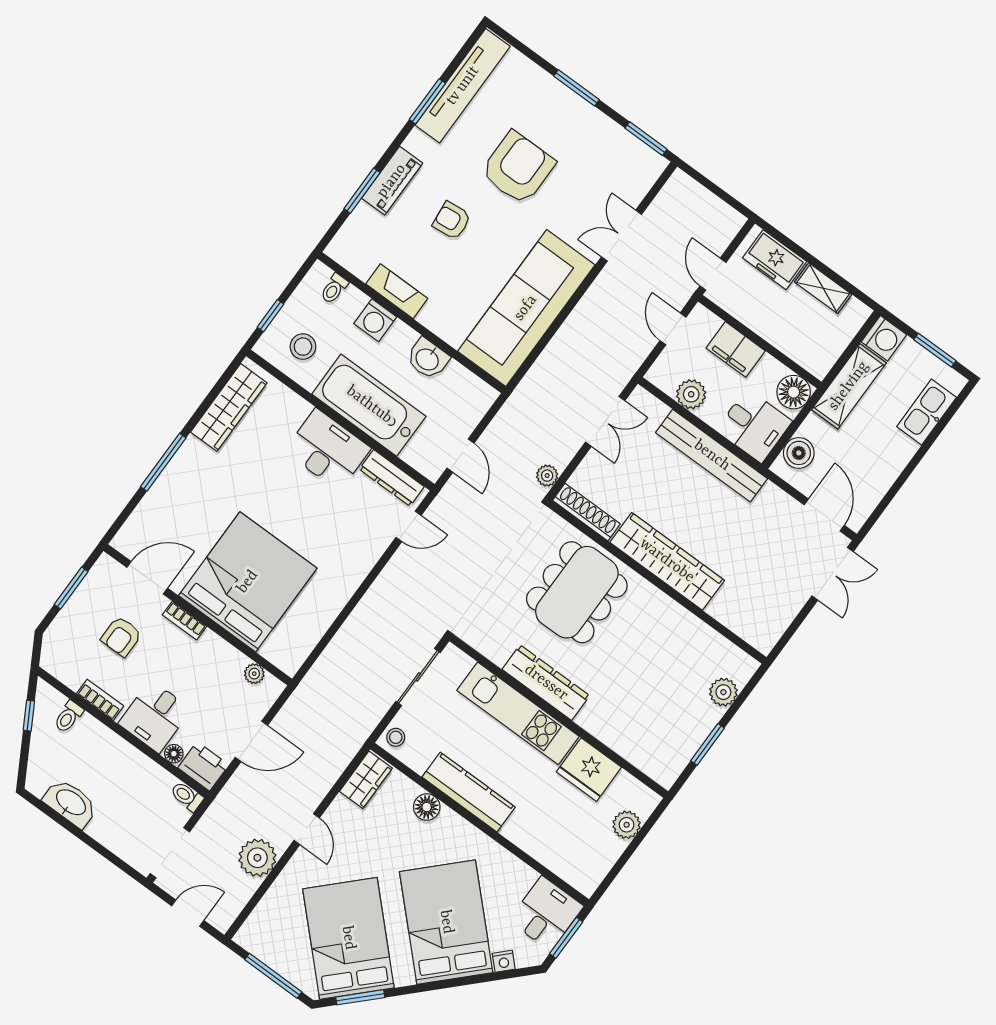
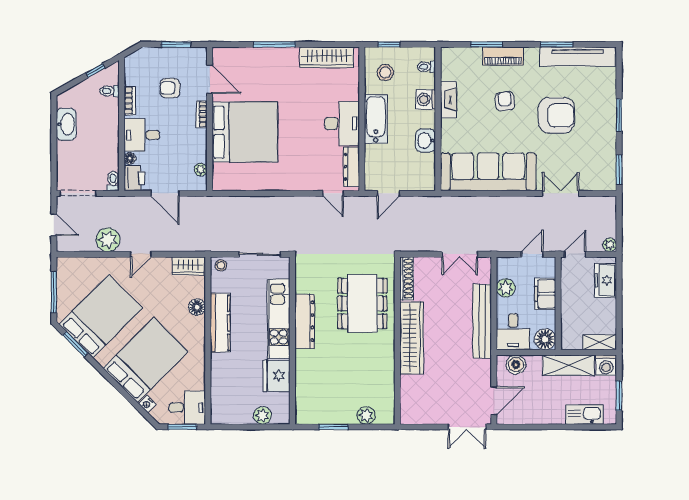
shelving: (823, 288) -> (600, 342), moved, turned 90
bathtub: (369, 405) -> (376, 119), width x0.73, depth x0.73
plant: (547, 476) -> (610, 245), moved
dining table: (577, 592) -> (362, 303), turned 90

